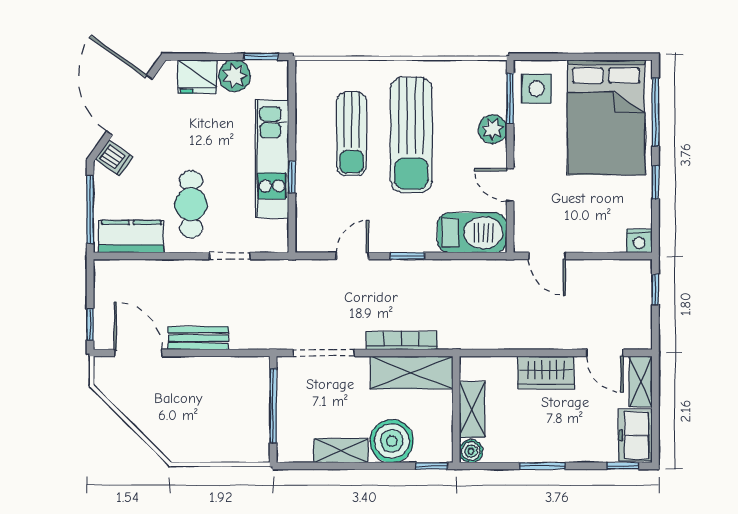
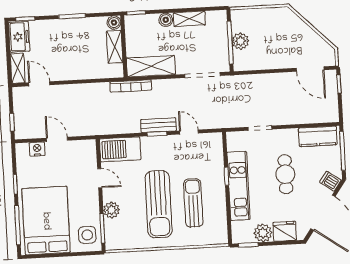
sun lounger: (411, 135) -> (159, 204), turned 180
cafe table: (191, 204) -> (285, 174), moved
nightstand: (639, 241) -> (37, 149), moved
door: (352, 256) -> (189, 132), swing flipped
door: (547, 256) -> (57, 139), moved
bench: (198, 338) -> (158, 125), moved
bookcase: (402, 341) -> (131, 86), moved
wardrobe: (546, 372) -> (73, 71), removed
plant: (255, 407) -> (241, 41), added
boiler: (392, 441) -> (166, 20), width x0.54, depth x0.54

